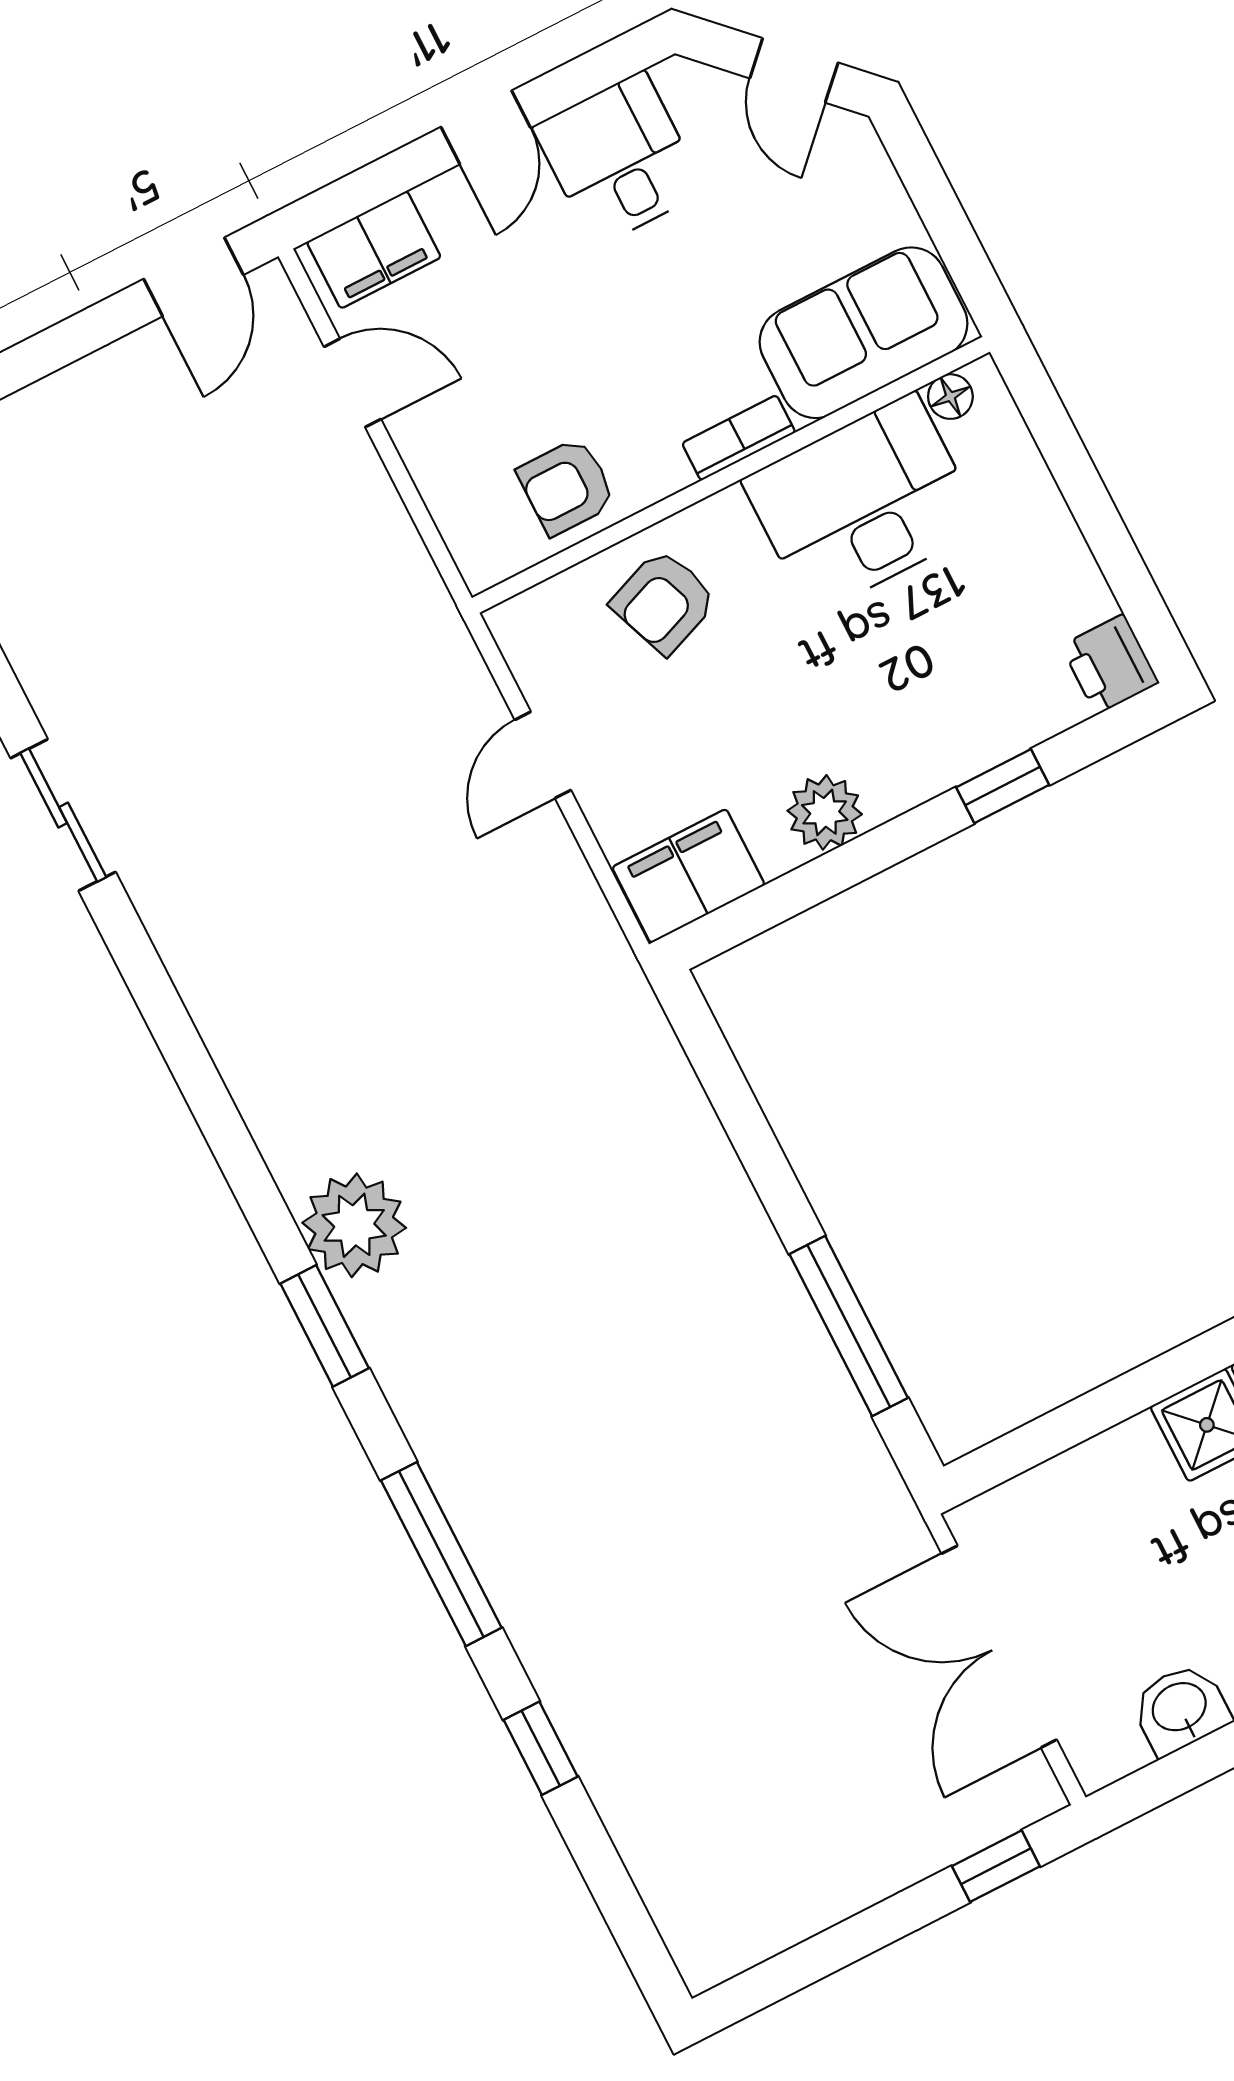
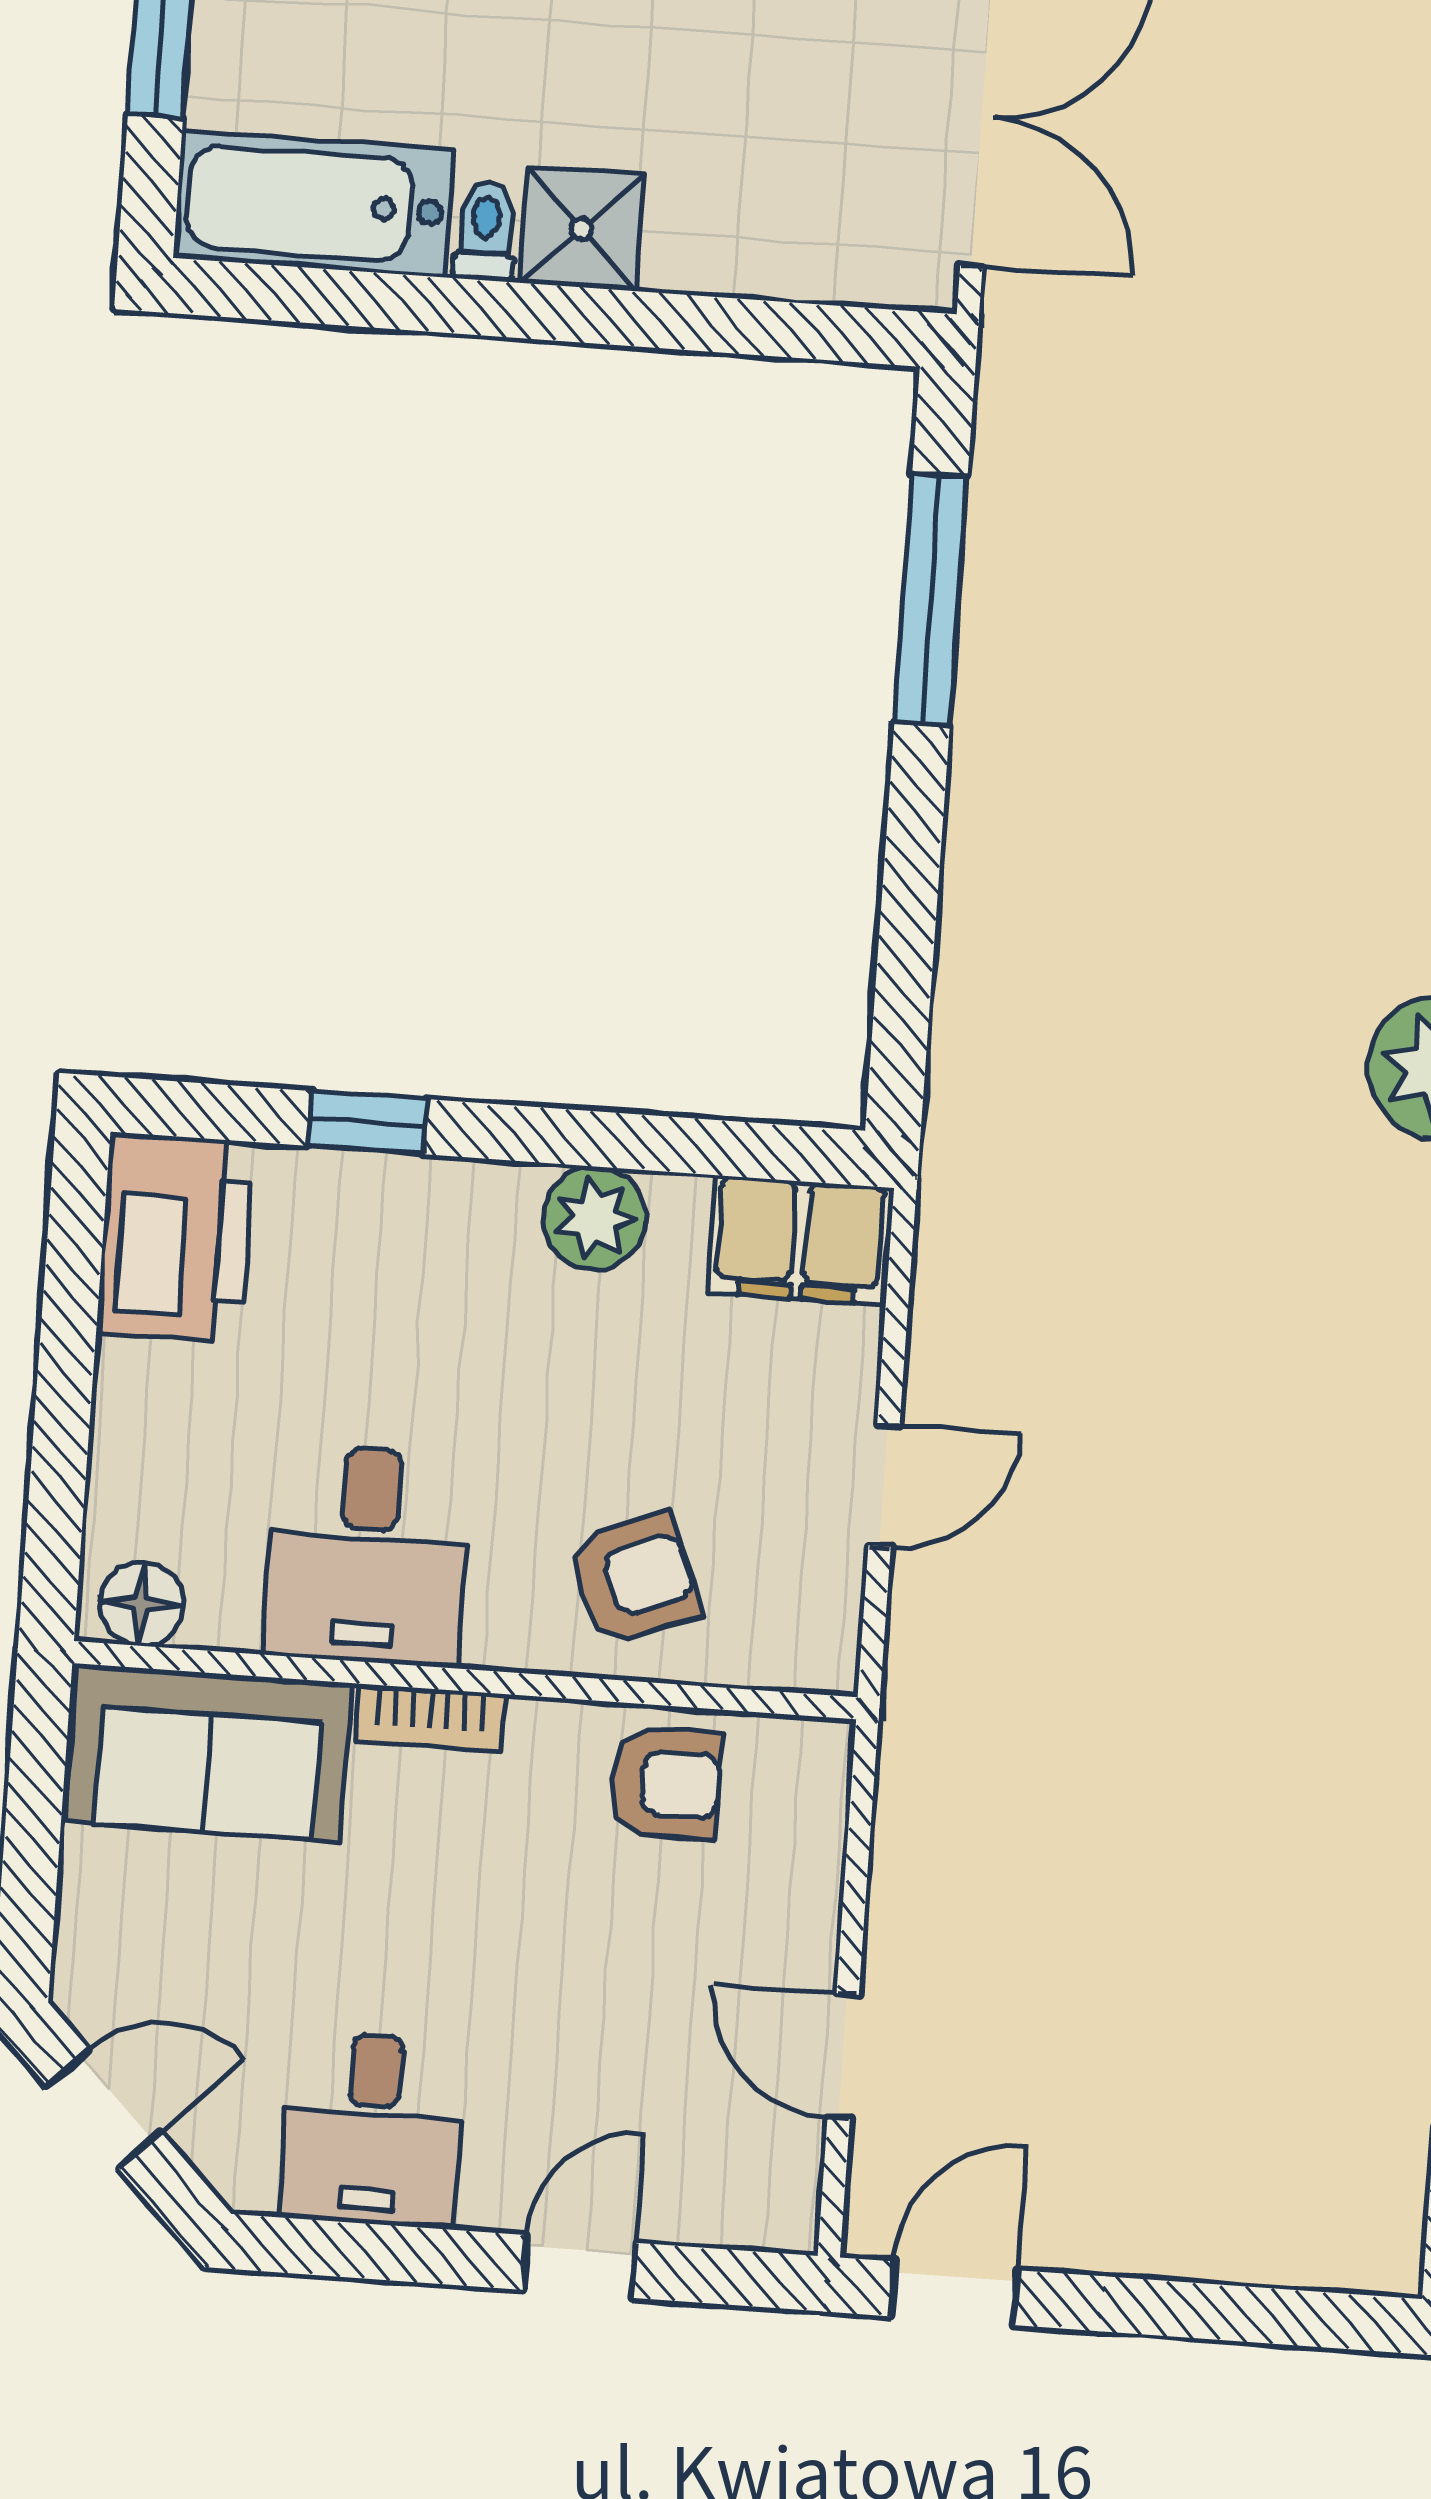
door: (794, 70) -> (104, 2109), hinge flipped
door: (486, 127) -> (580, 2266), moved
filing cabinet: (374, 250) -> (724, 2197), removed
floor lamp: (950, 397) -> (142, 1604), width x1.37, depth x1.37
desk: (863, 504) -> (368, 1555), width x0.73
printer: (1110, 664) -> (175, 1238), width x1.87, depth x1.48

